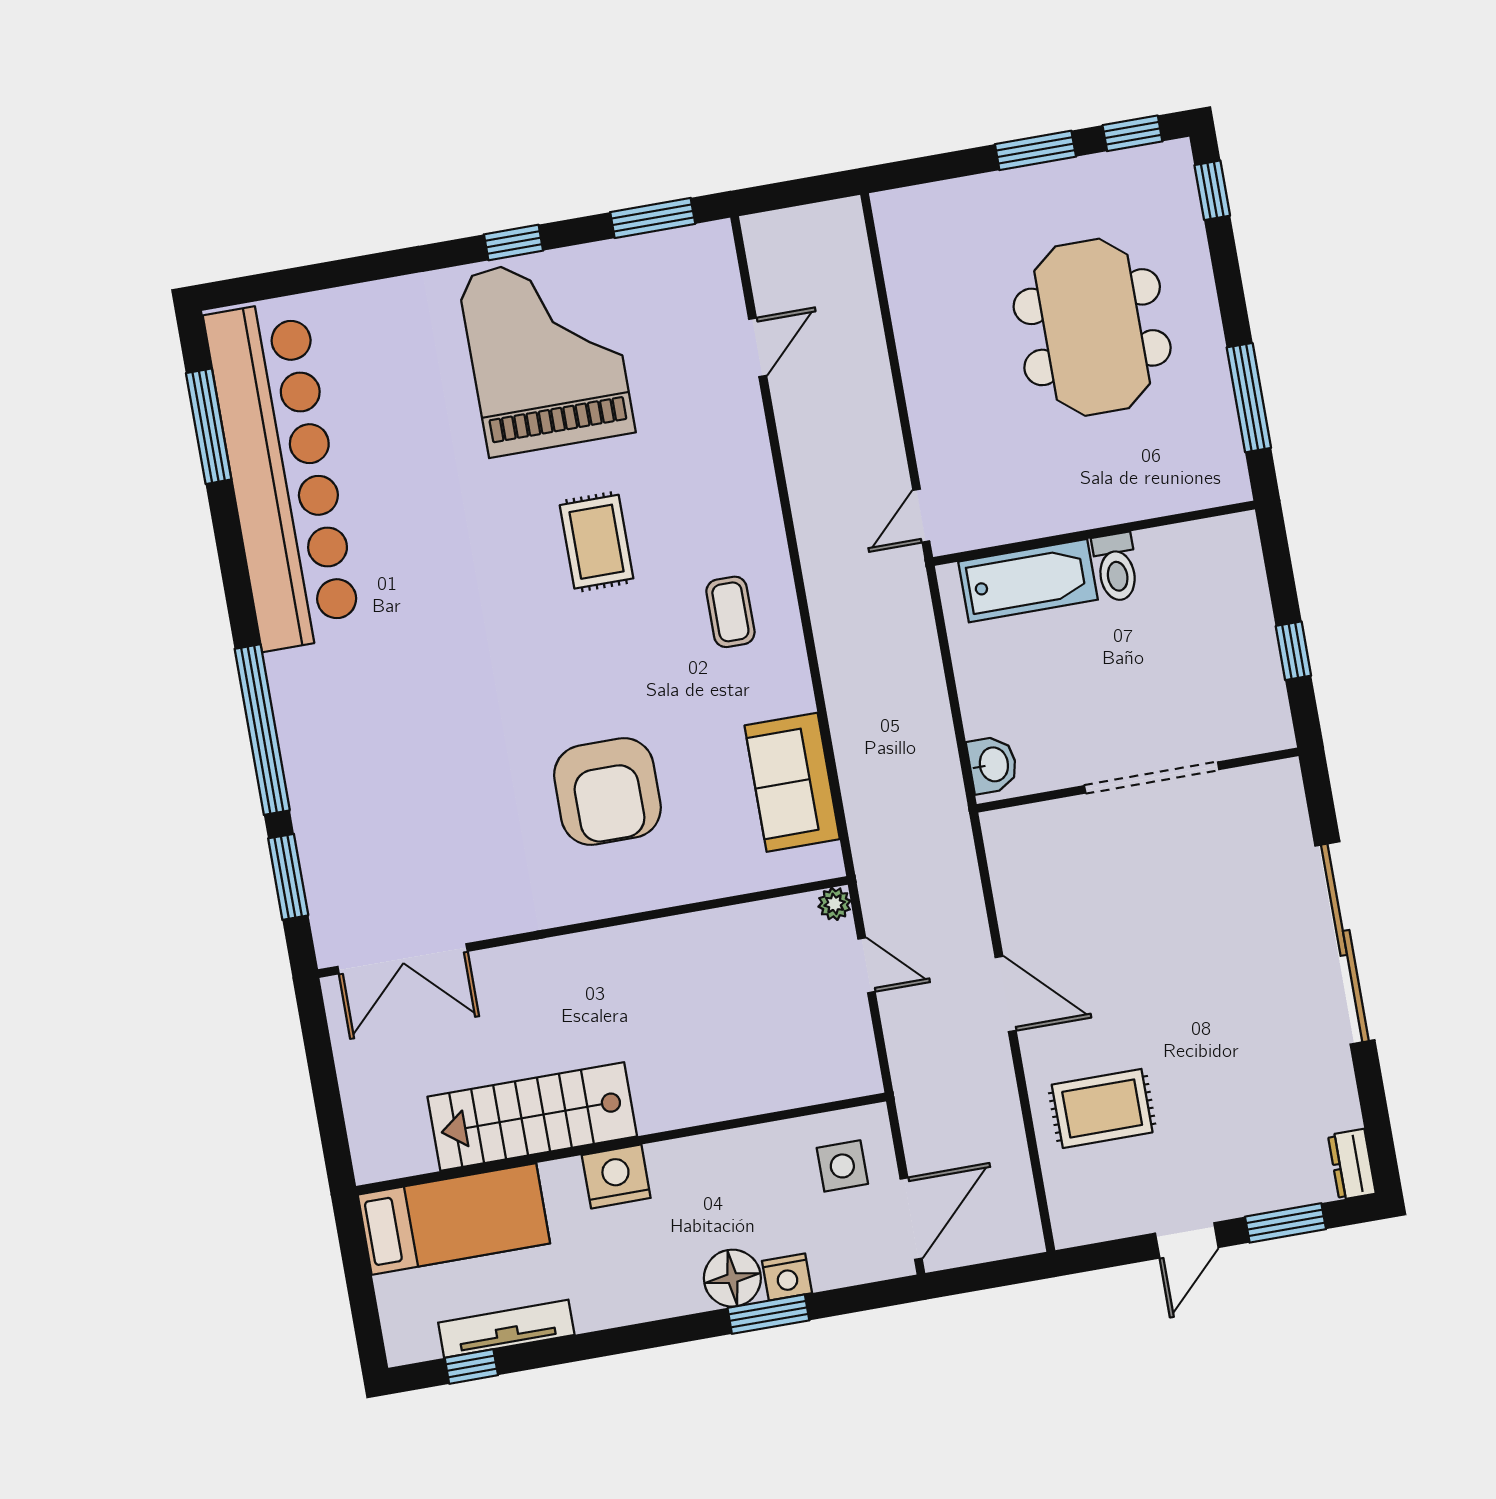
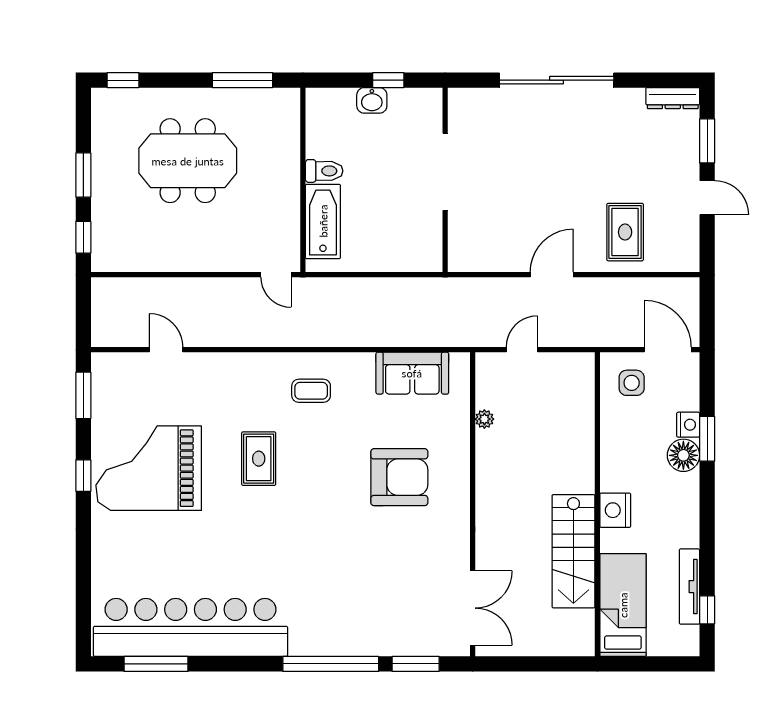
window: (1132, 133) -> (83, 237), moved
rug: (597, 542) -> (259, 459), turned 90
washbasin: (993, 765) -> (372, 100), moved, turned 180
plant: (835, 904) -> (484, 419), moved
dresser: (1352, 1164) -> (673, 98), width x1.44

